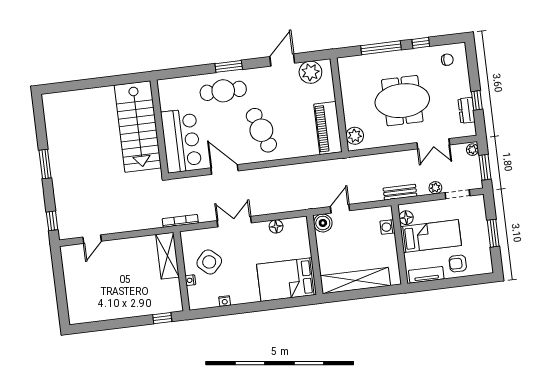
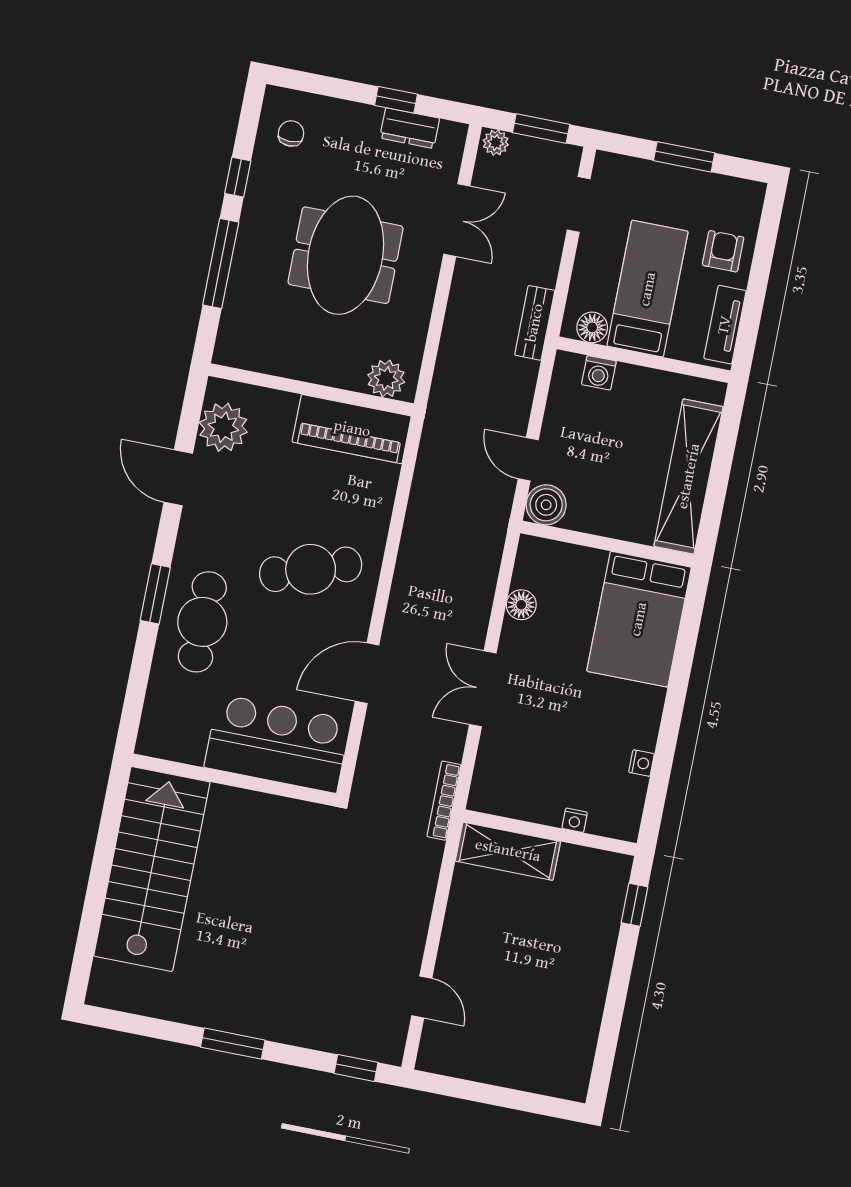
stairs: (138, 126) -> (152, 869), moved, turned -90
plant: (435, 188) -> (550, 246), removed
side table: (209, 262) -> (550, 768), removed
armchair: (458, 263) -> (723, 251), turned 180

